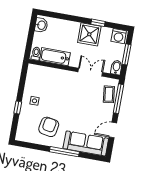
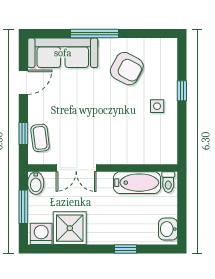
window: (98, 23) -> (126, 249), moved
shower: (89, 34) -> (70, 228), moved
window: (119, 99) -> (23, 133), width x0.46
armchair: (49, 127) -> (127, 69), turned -72

